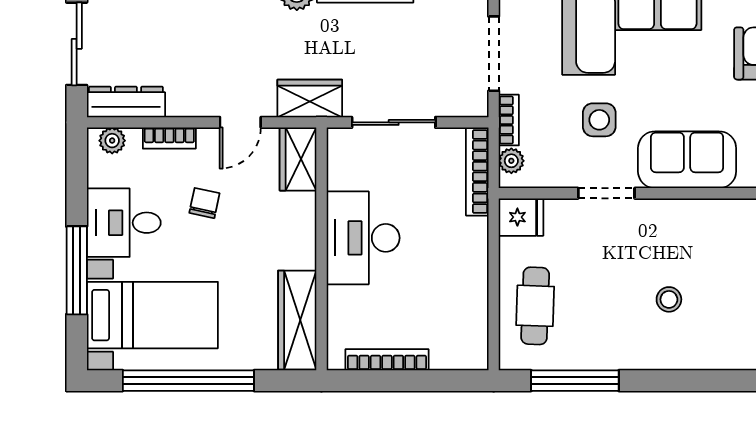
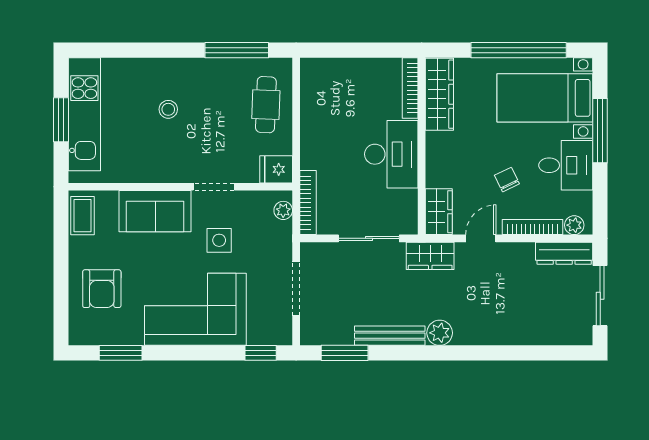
bookcase: (509, 120) -> (285, 240), removed
bookcase: (169, 138) -> (533, 227), width x1.56
chair: (204, 203) -> (507, 180), turned 142
bookcase: (387, 360) -> (410, 88), moved, turned 90

